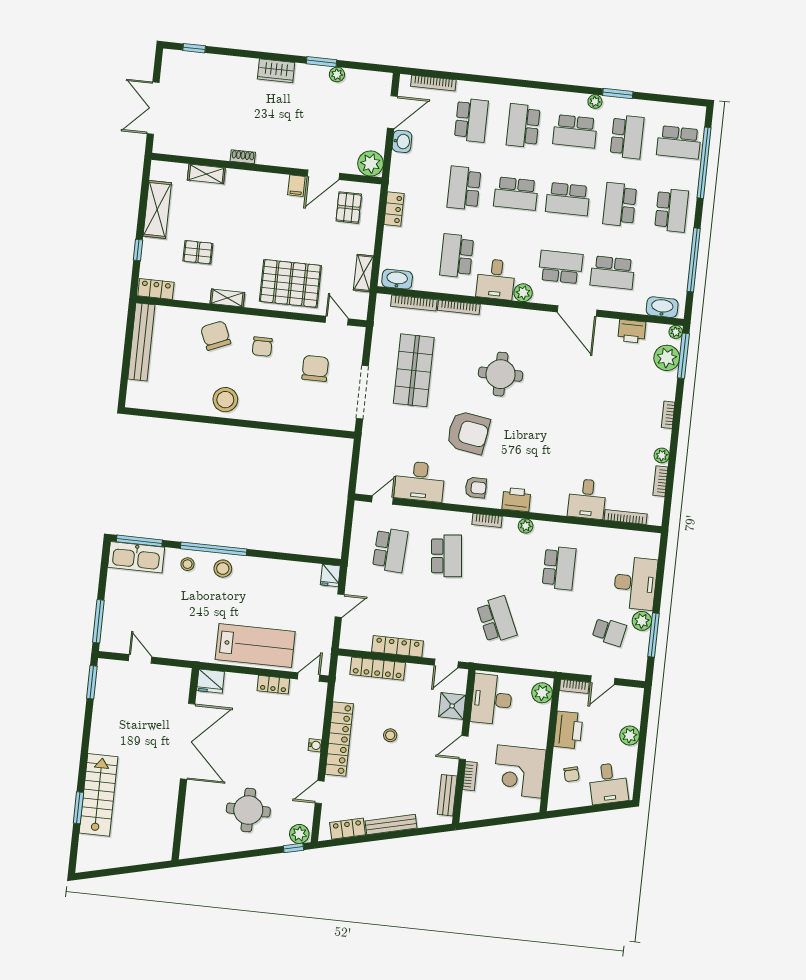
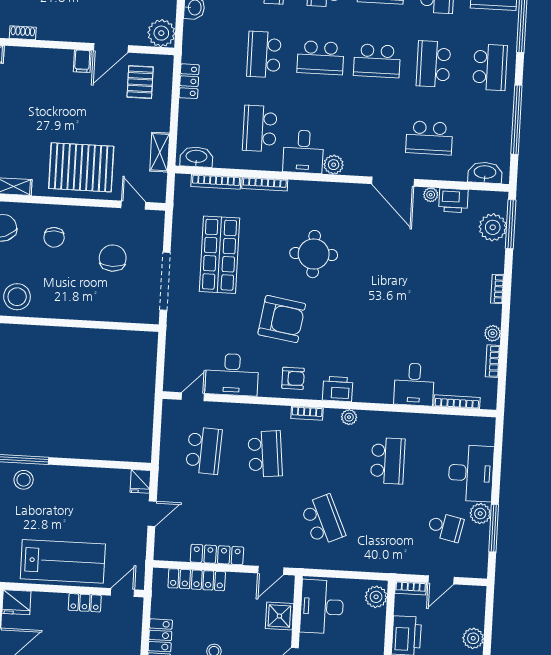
school desk: (561, 267) -> (373, 135), removed
plant: (676, 332) -> (431, 195), moved

